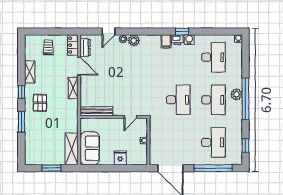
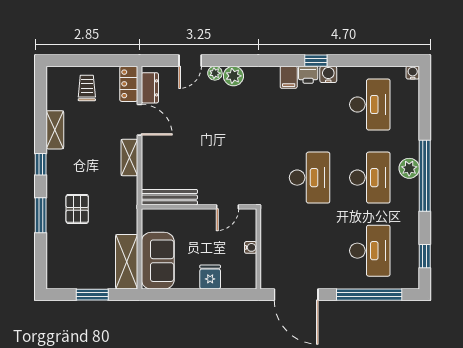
pallet: (40, 103) -> (77, 209), moved

